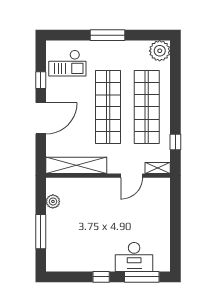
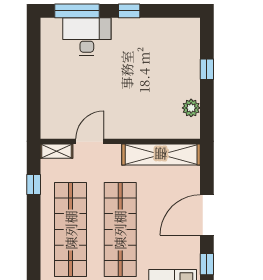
window: (41, 232) -> (207, 69), width x0.46

